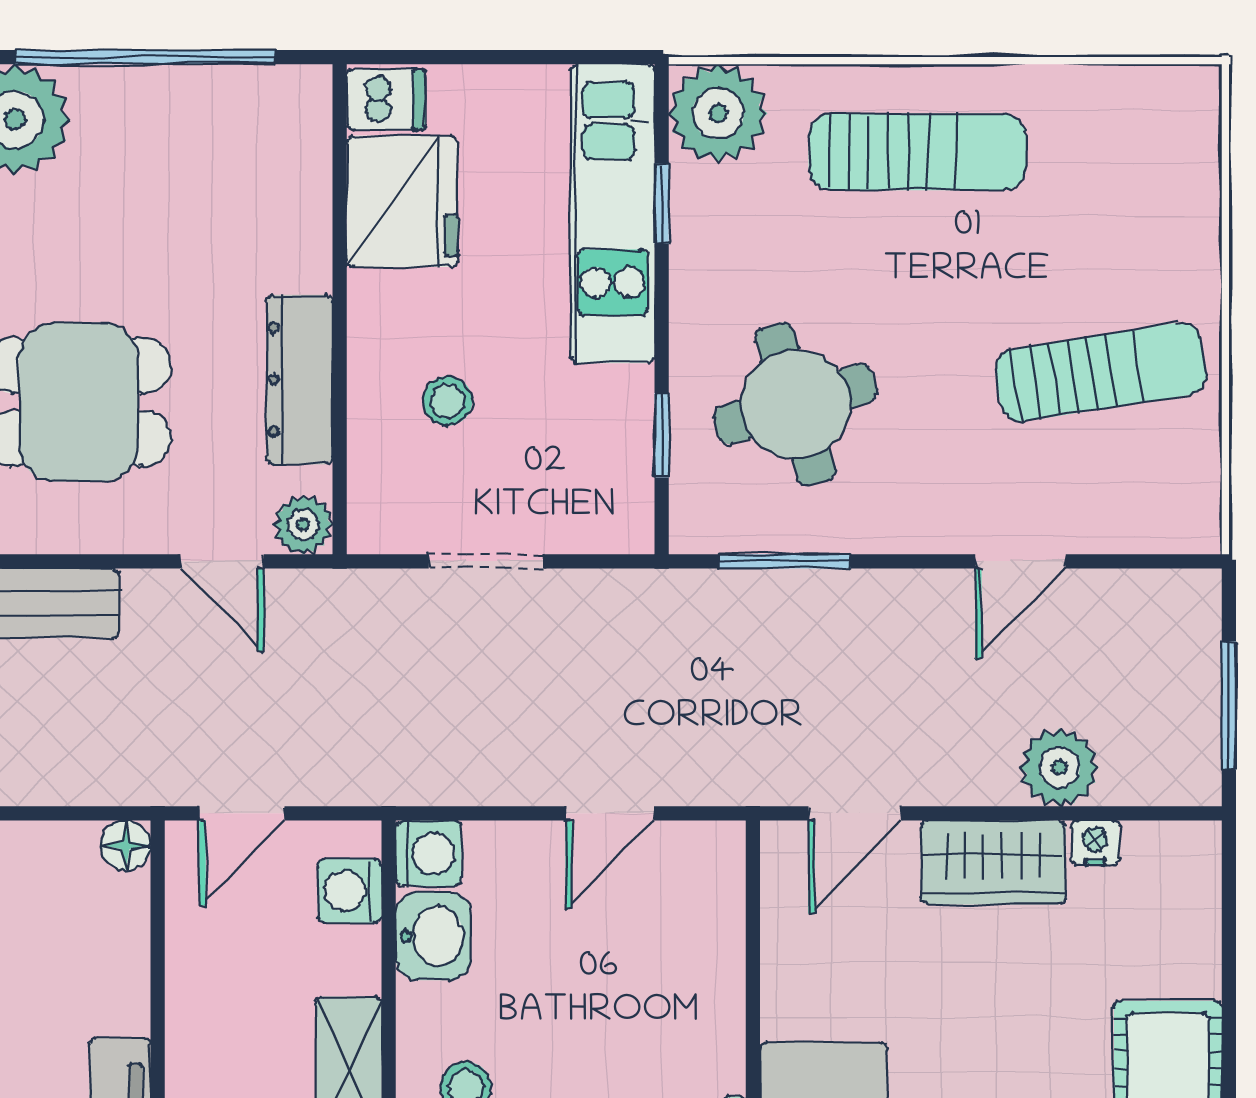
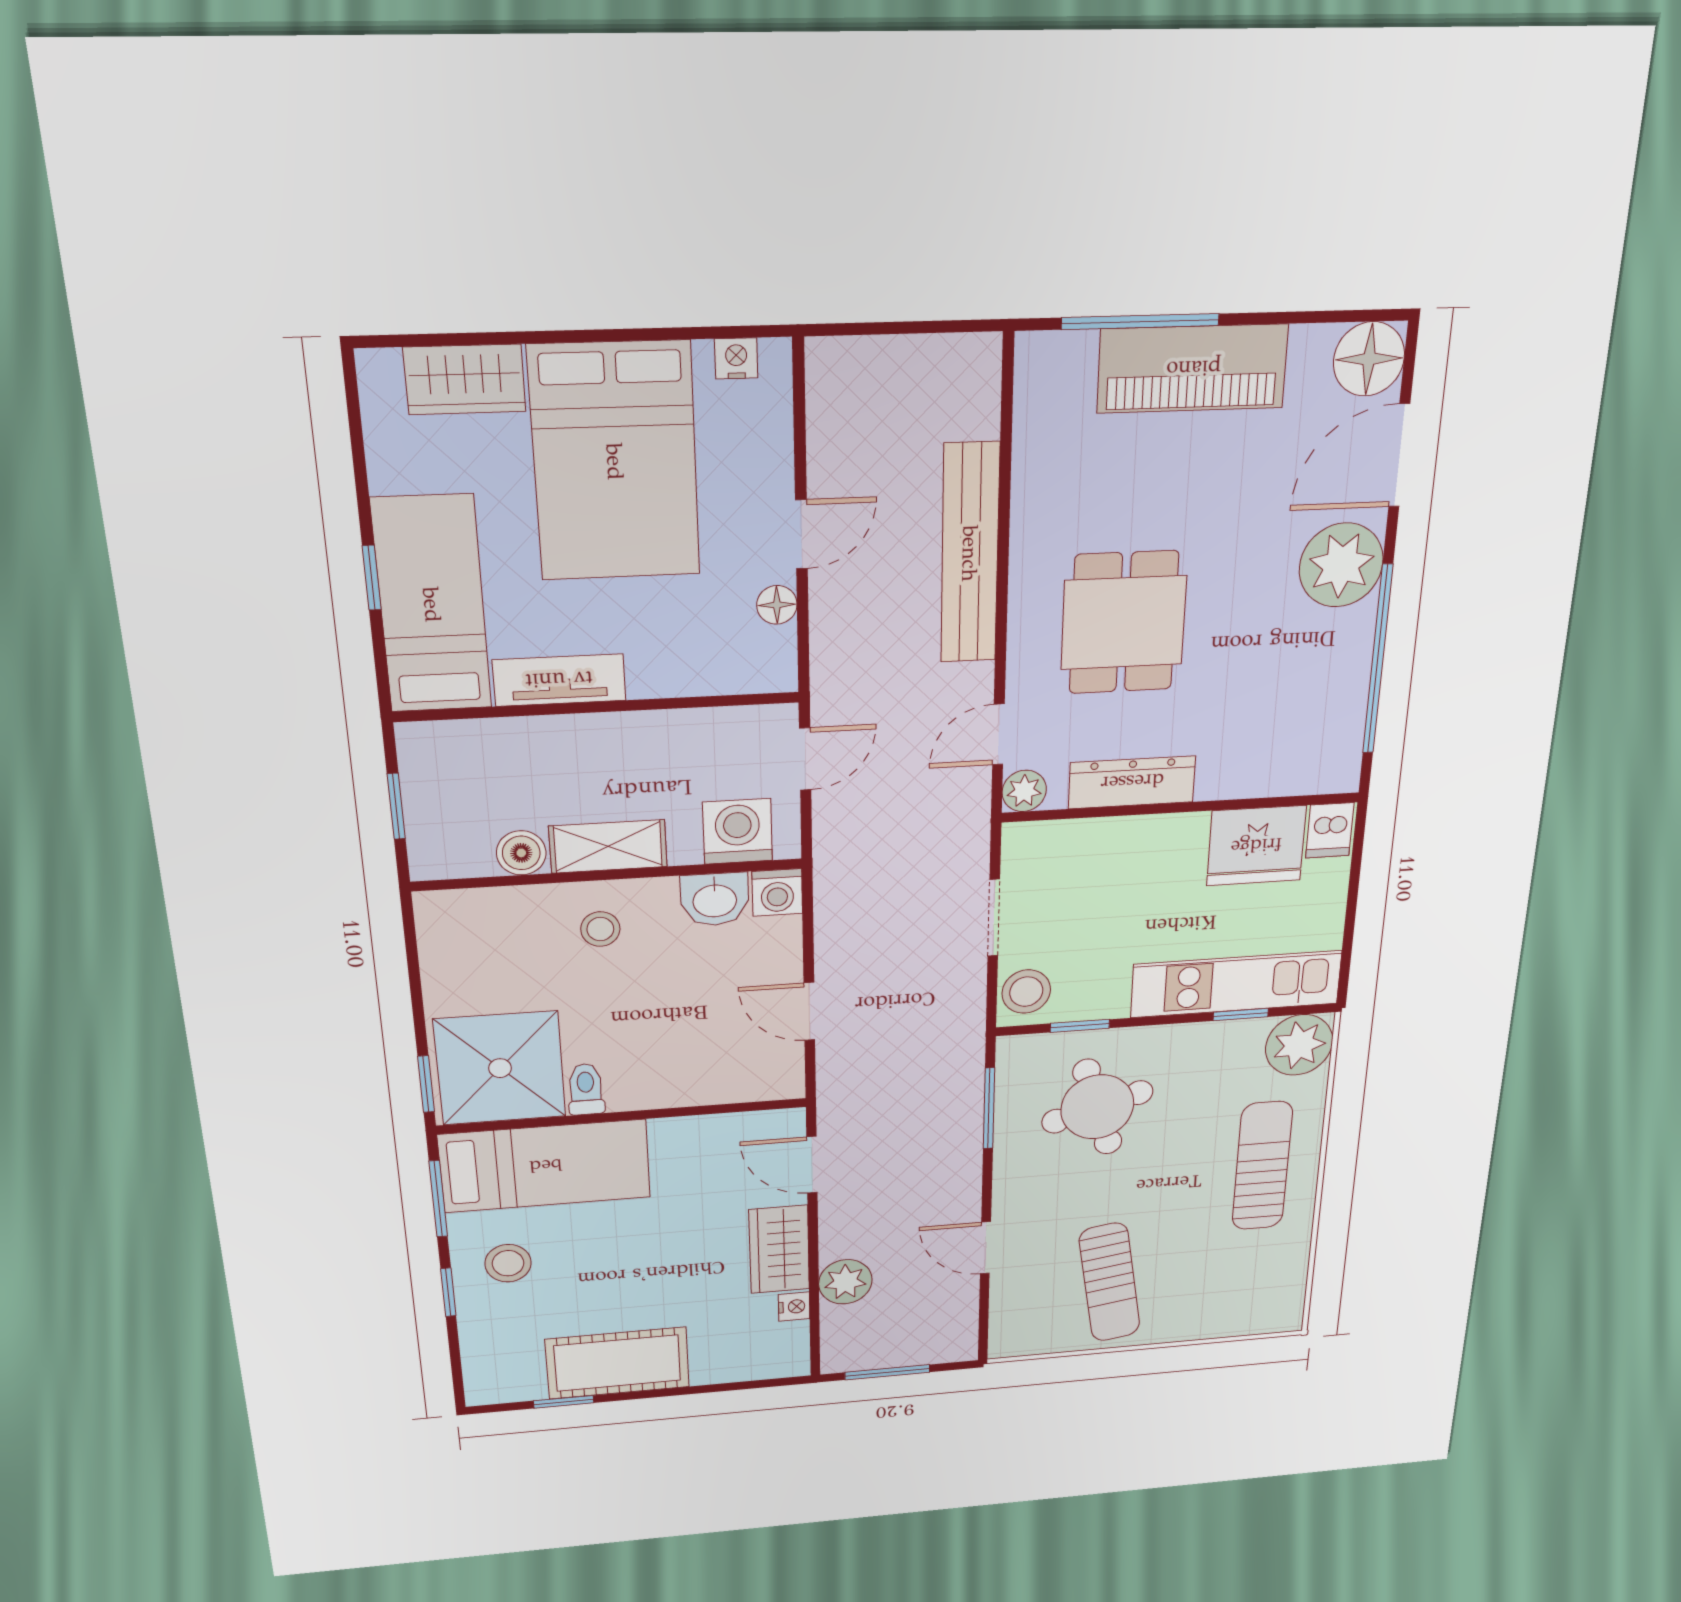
sun lounger: (917, 152) -> (1262, 1166), turned 180
stool: (448, 401) -> (1026, 992), moved, width x1.37, depth x1.37
door: (242, 813) -> (805, 759), swing flipped
floor lamp: (126, 845) -> (777, 605), moved
washing machine: (350, 891) -> (738, 831), width x1.38, depth x1.38

